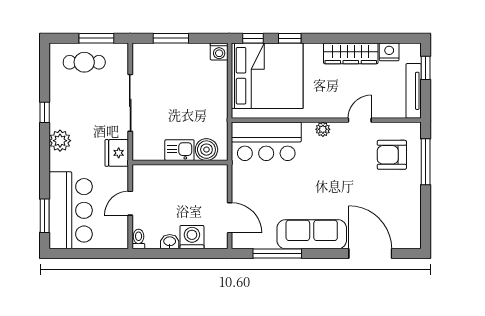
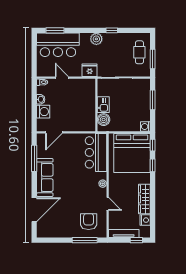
kitchen sink: (179, 150) -> (103, 105), moved
boiler: (206, 150) -> (104, 120), moved
wall: (180, 162) -> (96, 105), moved

